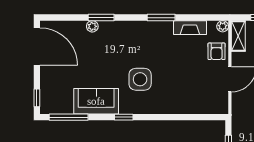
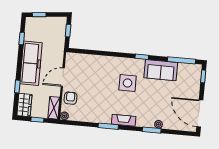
fireplace: (190, 28) -> (124, 120), moved

